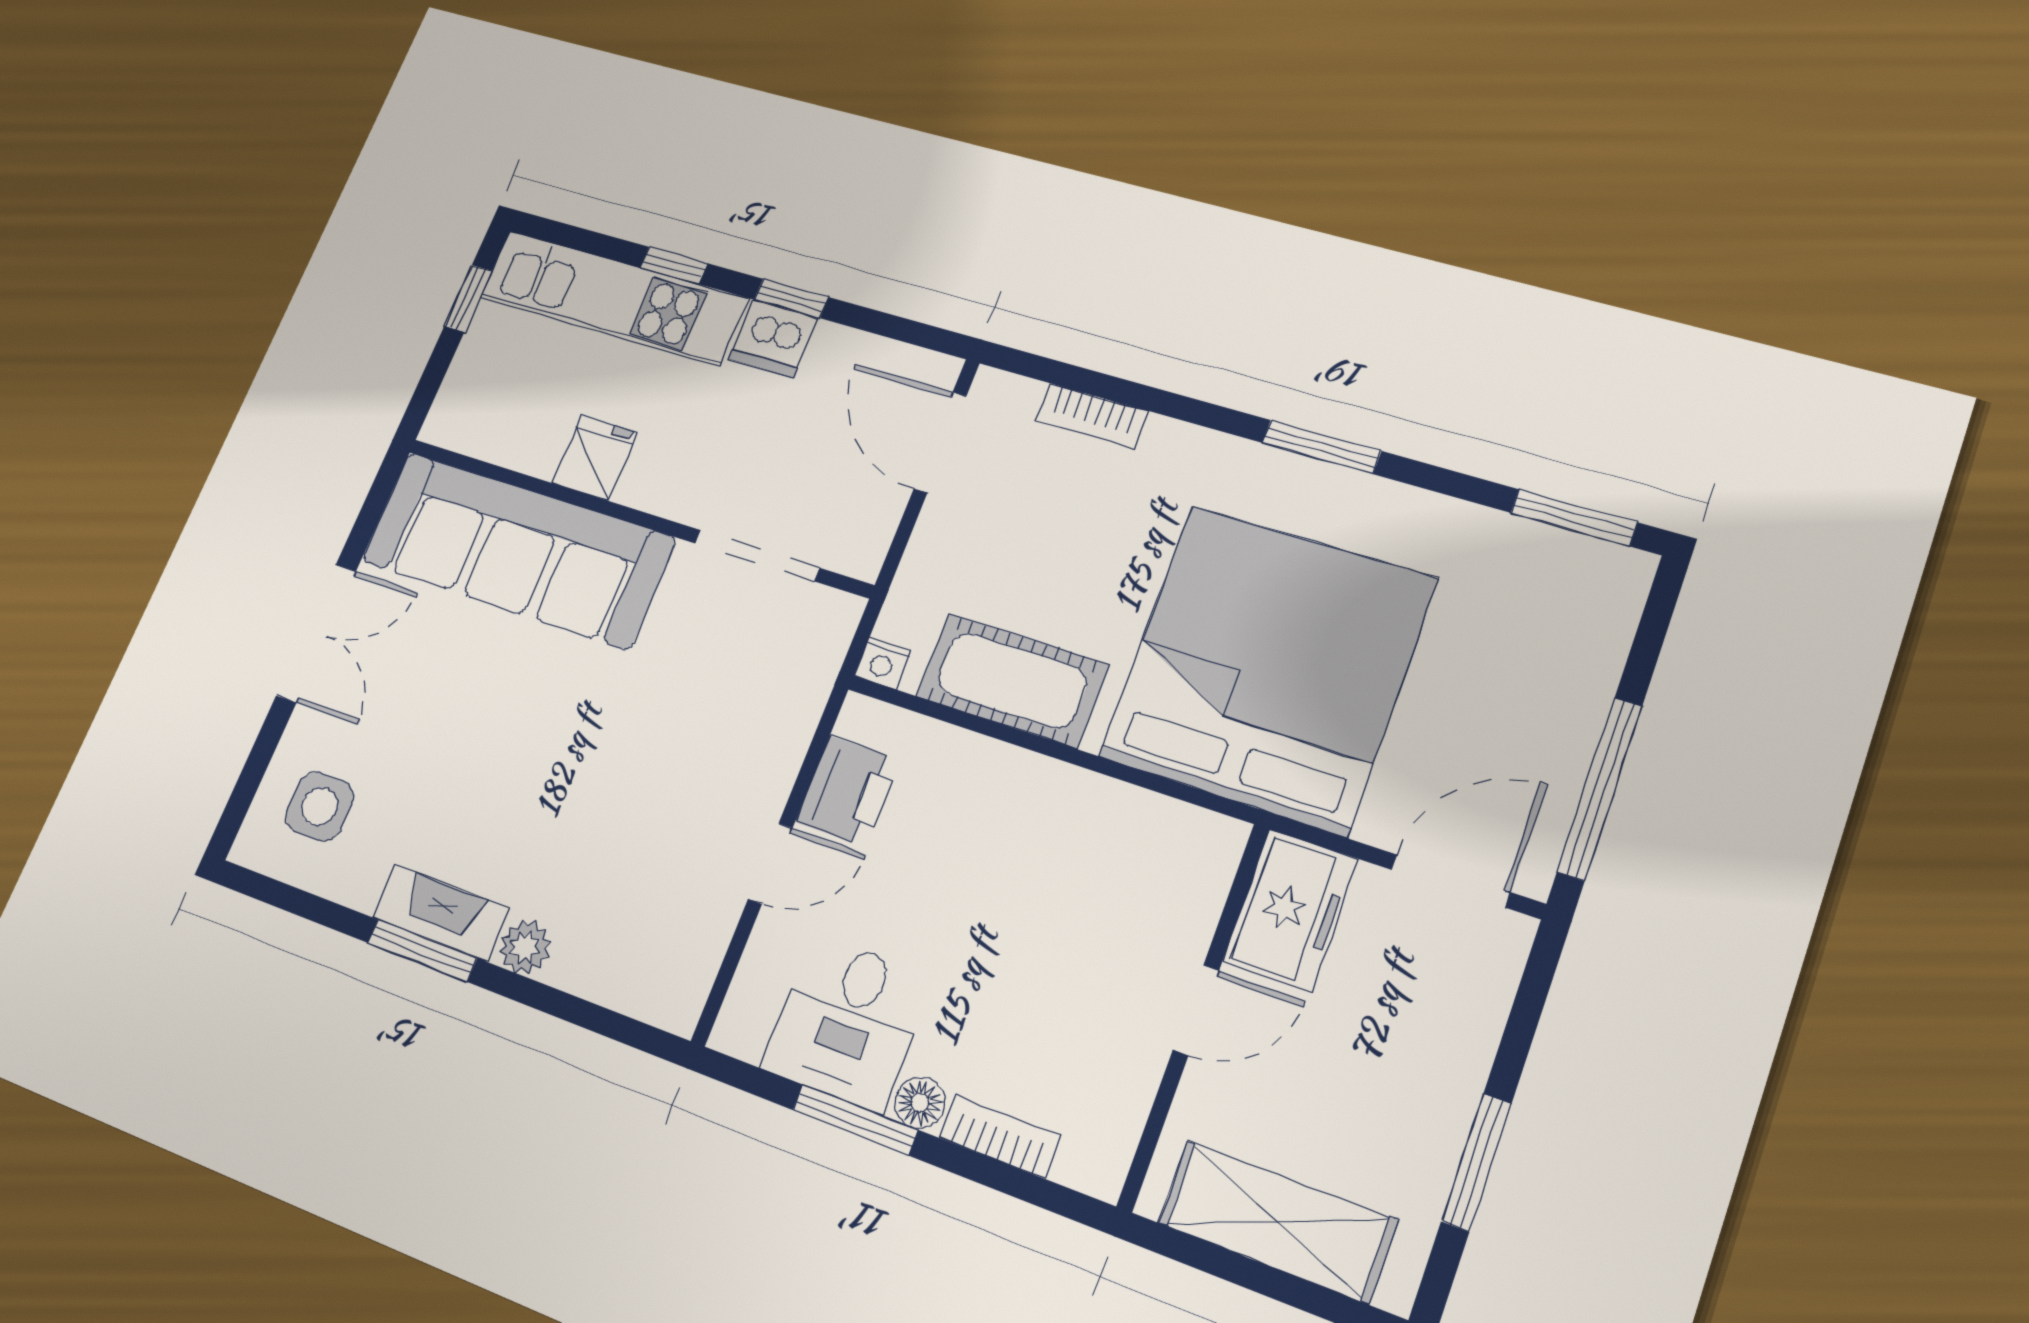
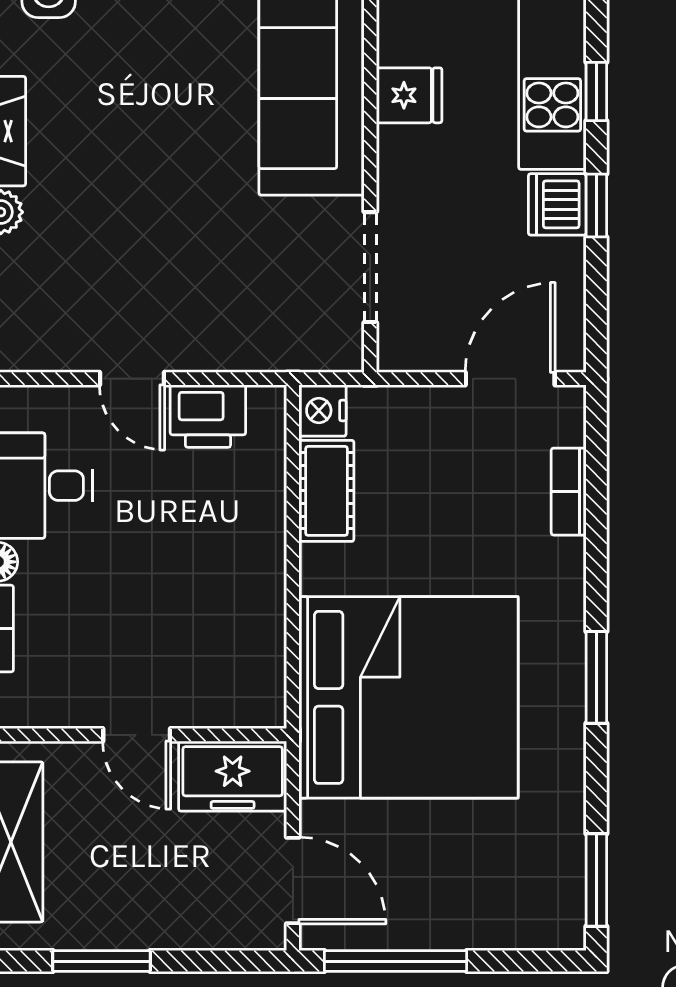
nightstand: (882, 663) -> (323, 410), width x1.39, depth x1.35
cot: (1012, 680) -> (326, 491), width x0.73, depth x0.75

